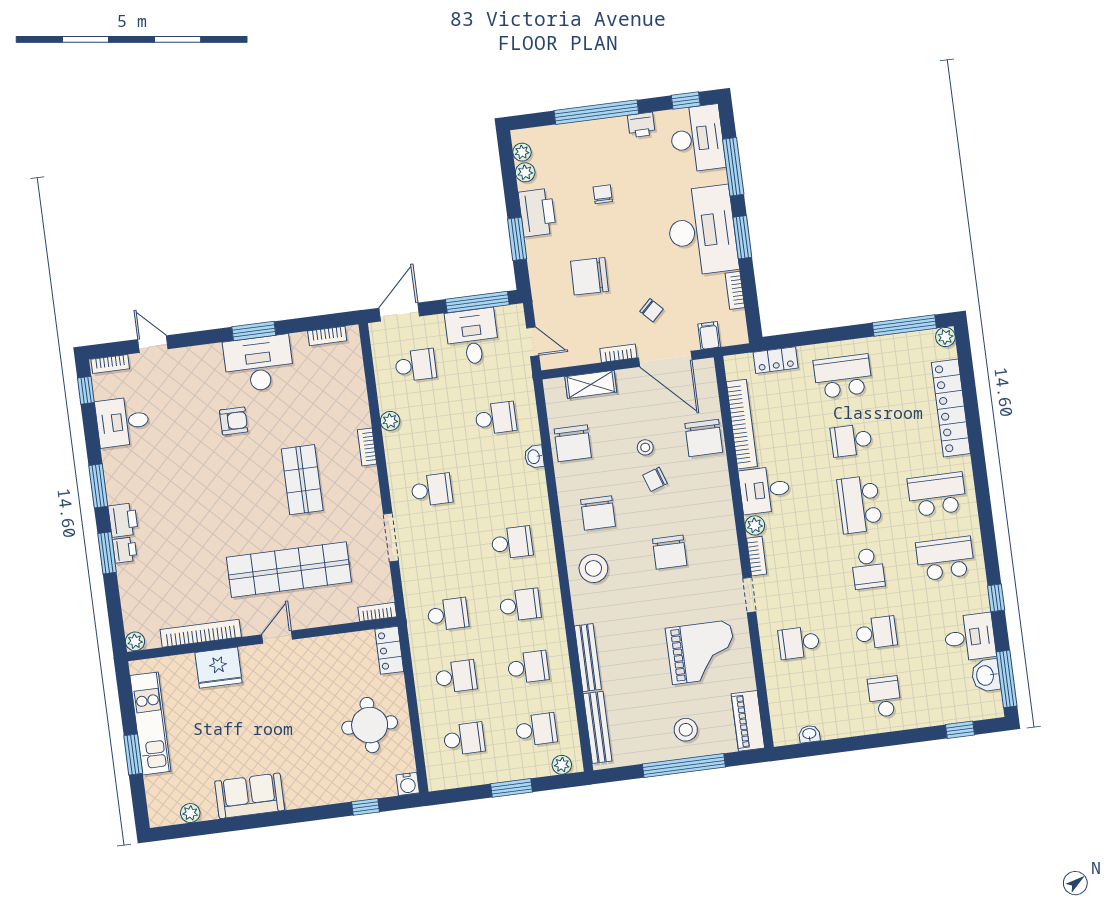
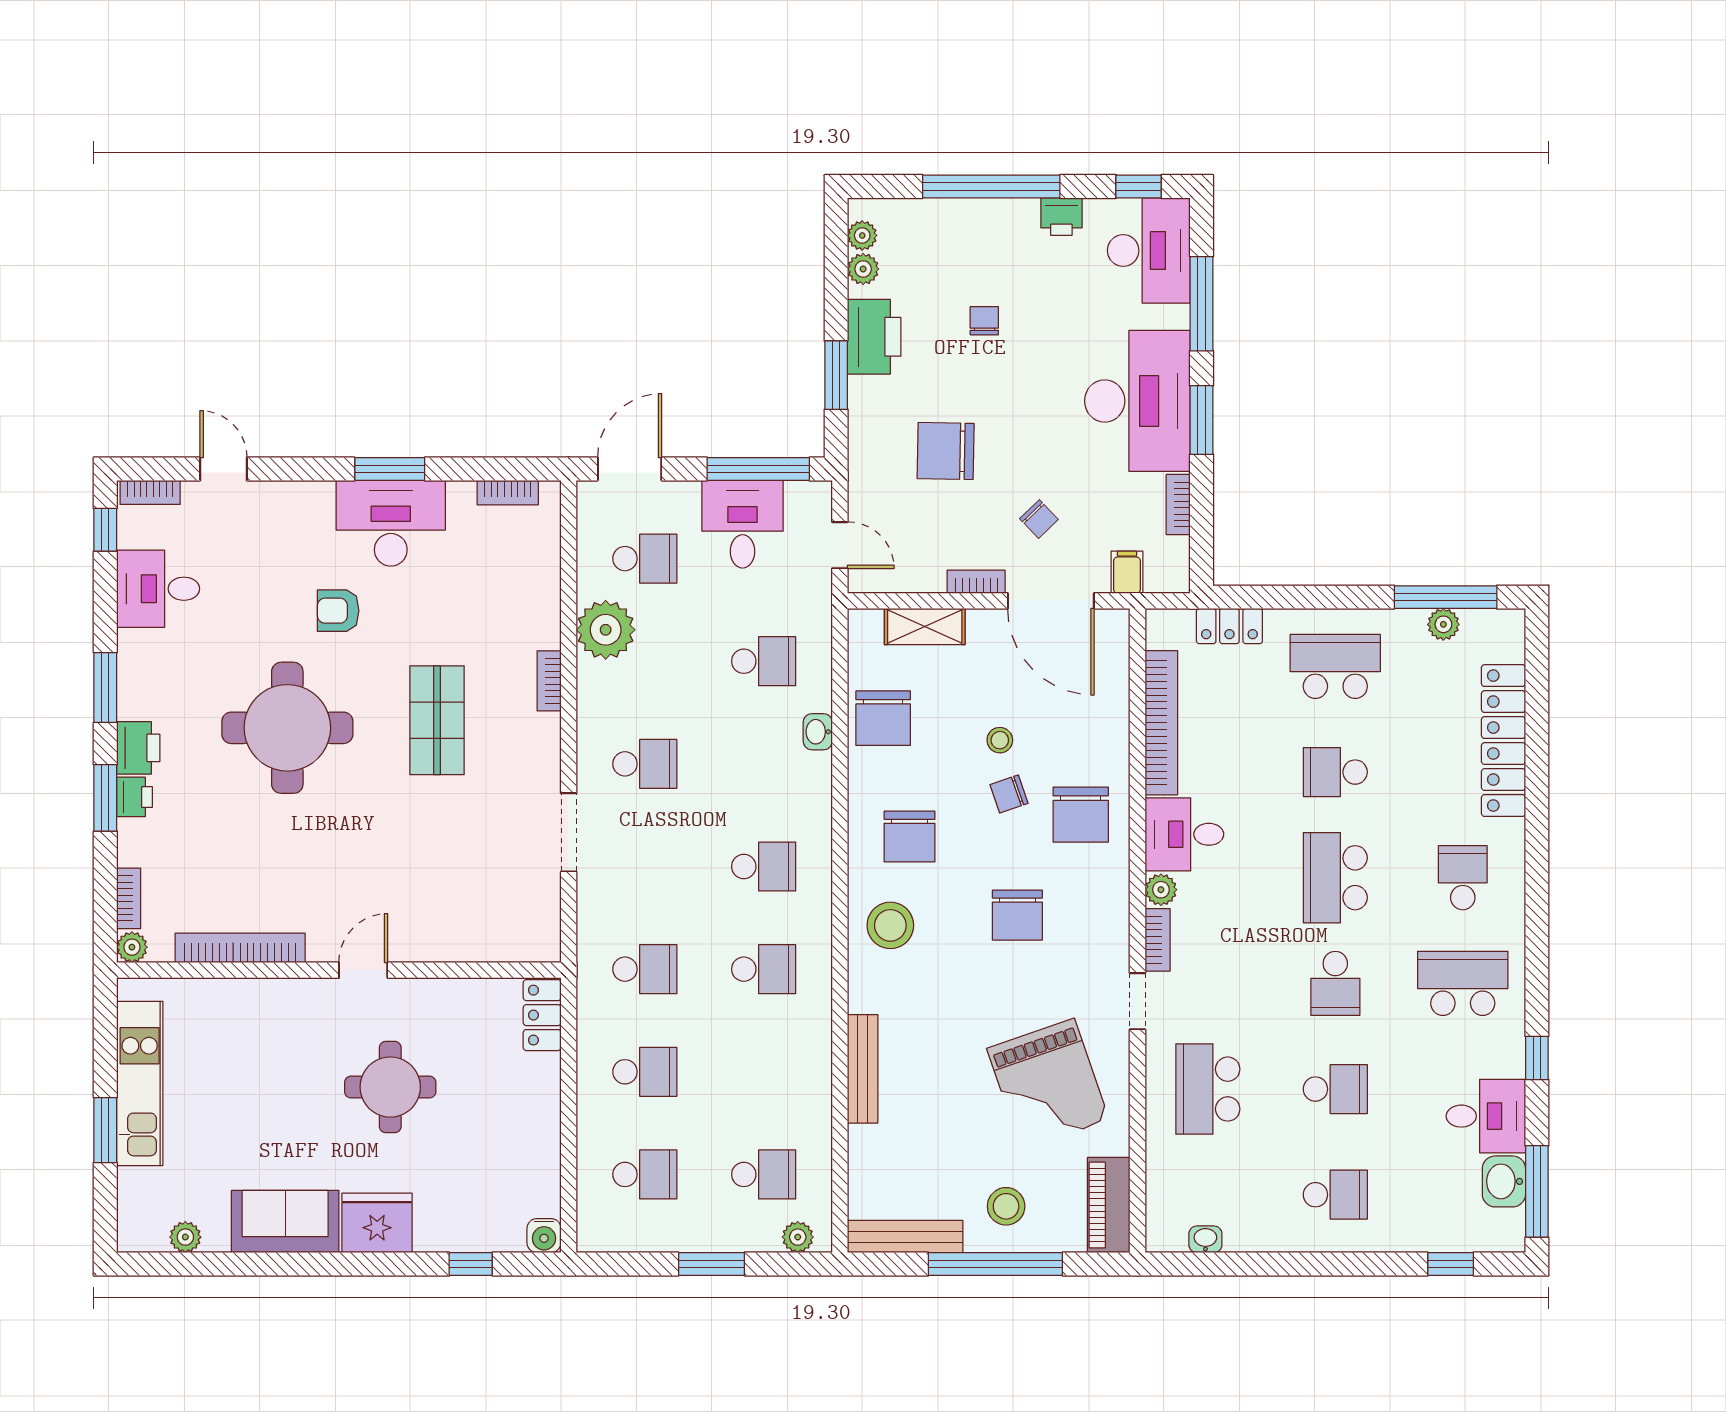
plant: (945, 337) -> (1443, 624), moved
armchair: (234, 421) -> (338, 611), turned 180
plant: (390, 421) -> (606, 630), width x1.88, depth x1.88
chair: (704, 438) -> (1081, 815), moved
school desk: (937, 494) -> (1463, 878), width x0.54
round table: (212, 496) -> (287, 728), added
shop shelf: (289, 570) -> (396, 863), removed
bookcase: (377, 612) -> (129, 898), moved, turned 90
school desk: (799, 643) -> (1208, 1089), width x1.85
grand piano: (702, 652) -> (1048, 1084), turned 71
school desk: (528, 667) -> (764, 1072), removed
fridge: (218, 668) -> (377, 1223), moved, turned 180
school desk: (885, 697) -> (1335, 1195), turned 90
round table: (370, 725) -> (390, 1087), moved
bench: (598, 727) -> (905, 1237), moved, turned 90

